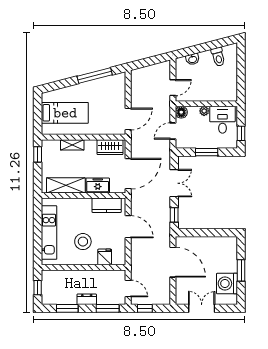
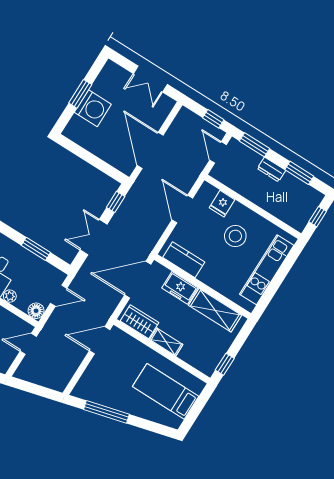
shelving: (72, 145) -> (166, 342), moved
door: (128, 227) -> (182, 209), moved
washing machine: (227, 284) -> (93, 108), moved

